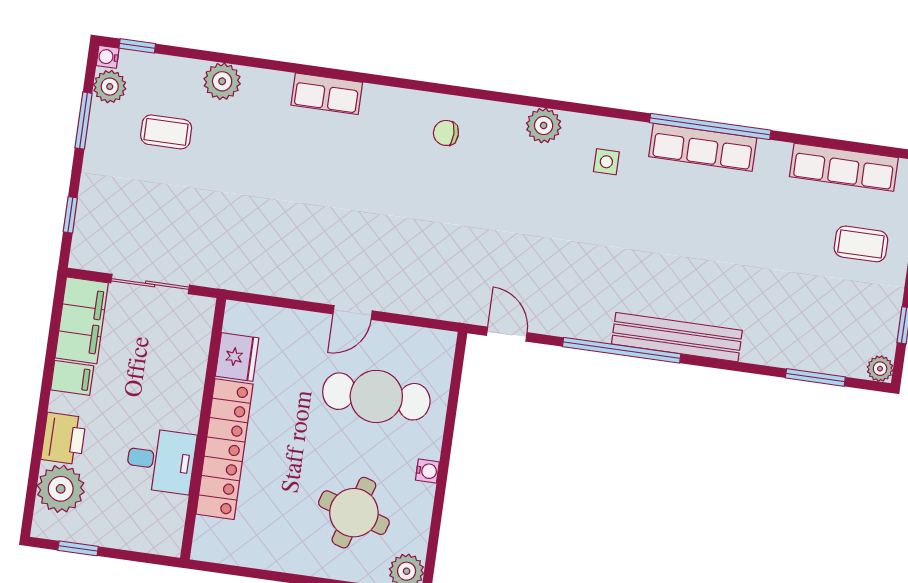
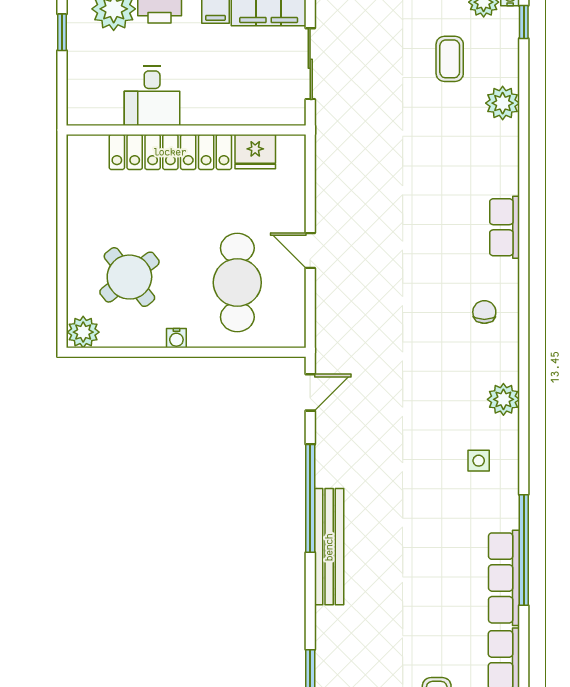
row of seats: (327, 94) -> (505, 227), moved
row of seats: (703, 147) -> (504, 578), moved
round table: (354, 513) -> (129, 277), turned 35

